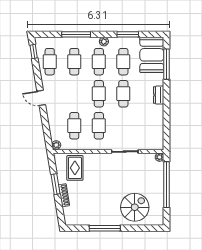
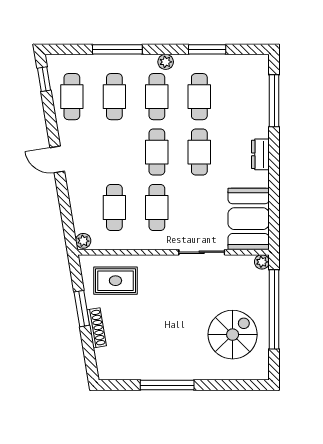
booth: (152, 55) -> (249, 219), moved
rug: (75, 168) -> (115, 281), turned 90
spiral stairs: (135, 207) -> (233, 335), moved

